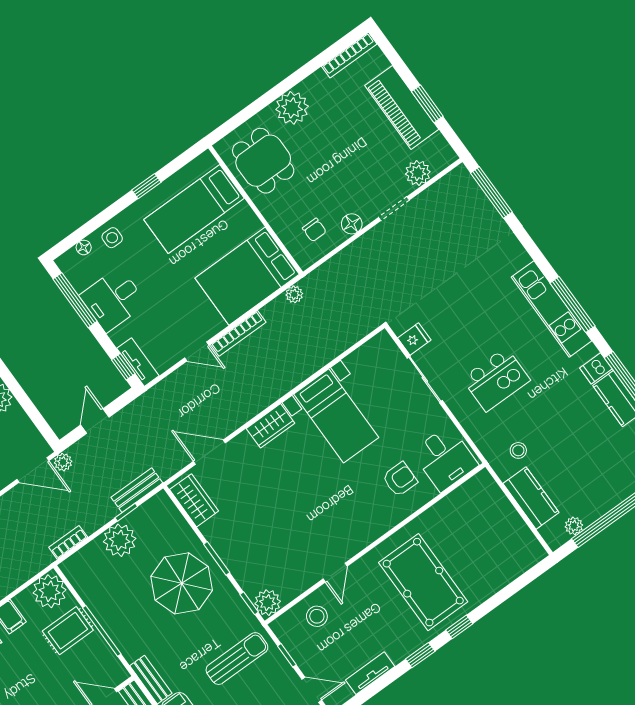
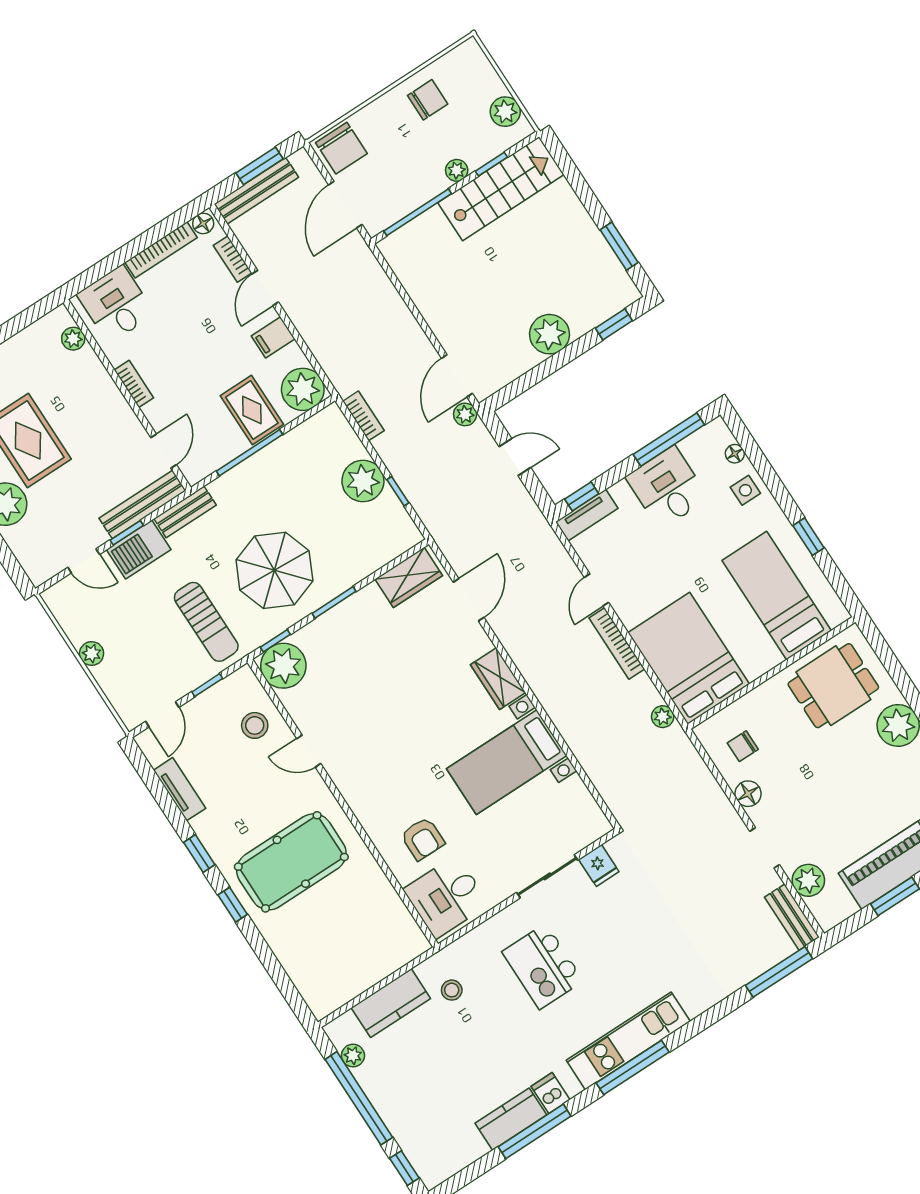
bench: (137, 490) -> (792, 917), moved
parasol: (182, 583) -> (274, 570), moved
plant: (268, 603) -> (283, 666), width x1.36, depth x1.36

